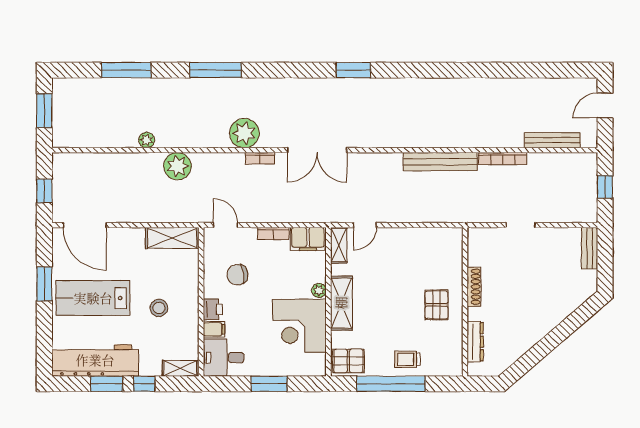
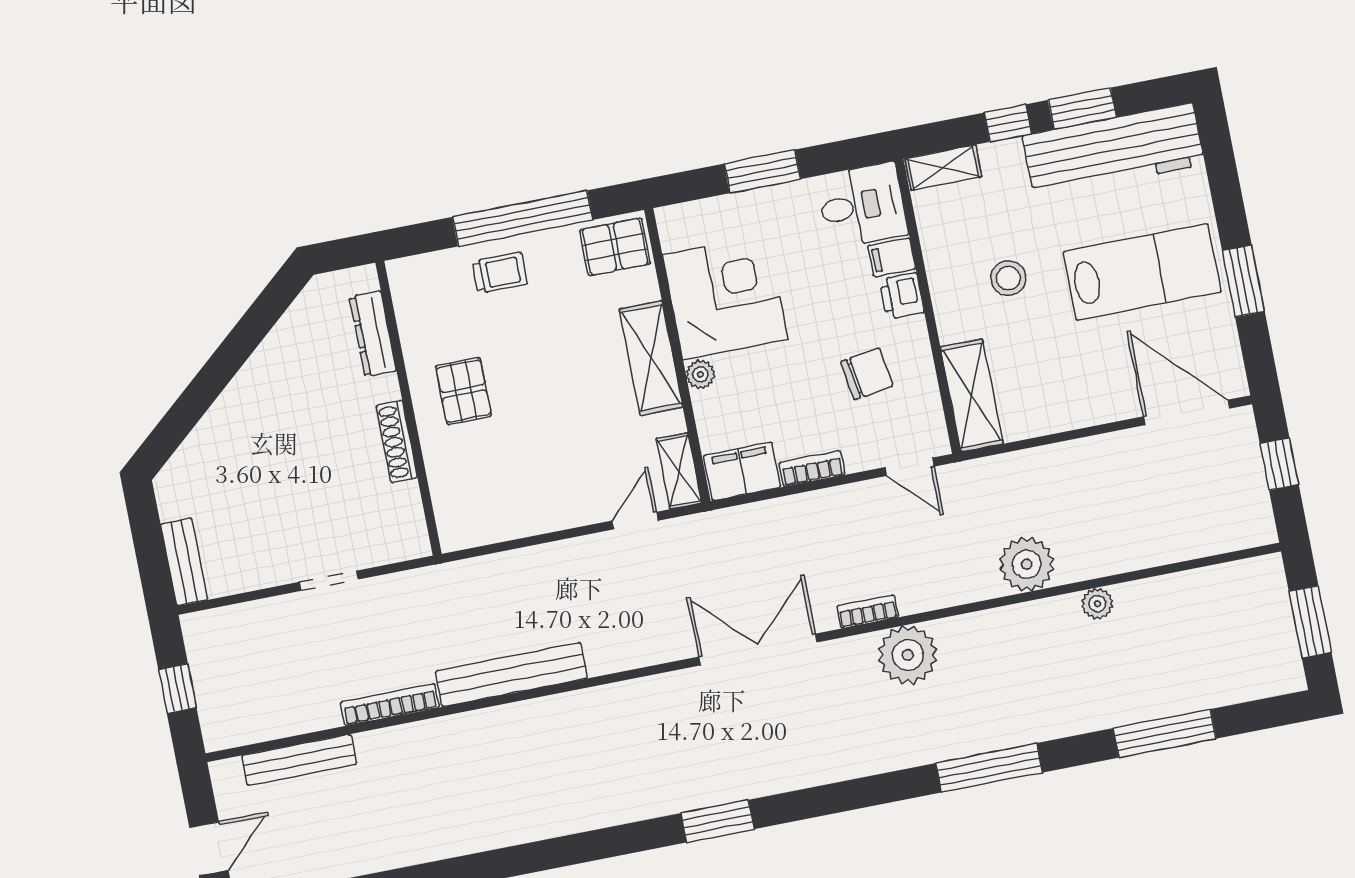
shelving: (172, 238) -> (972, 395), moved, turned 90

